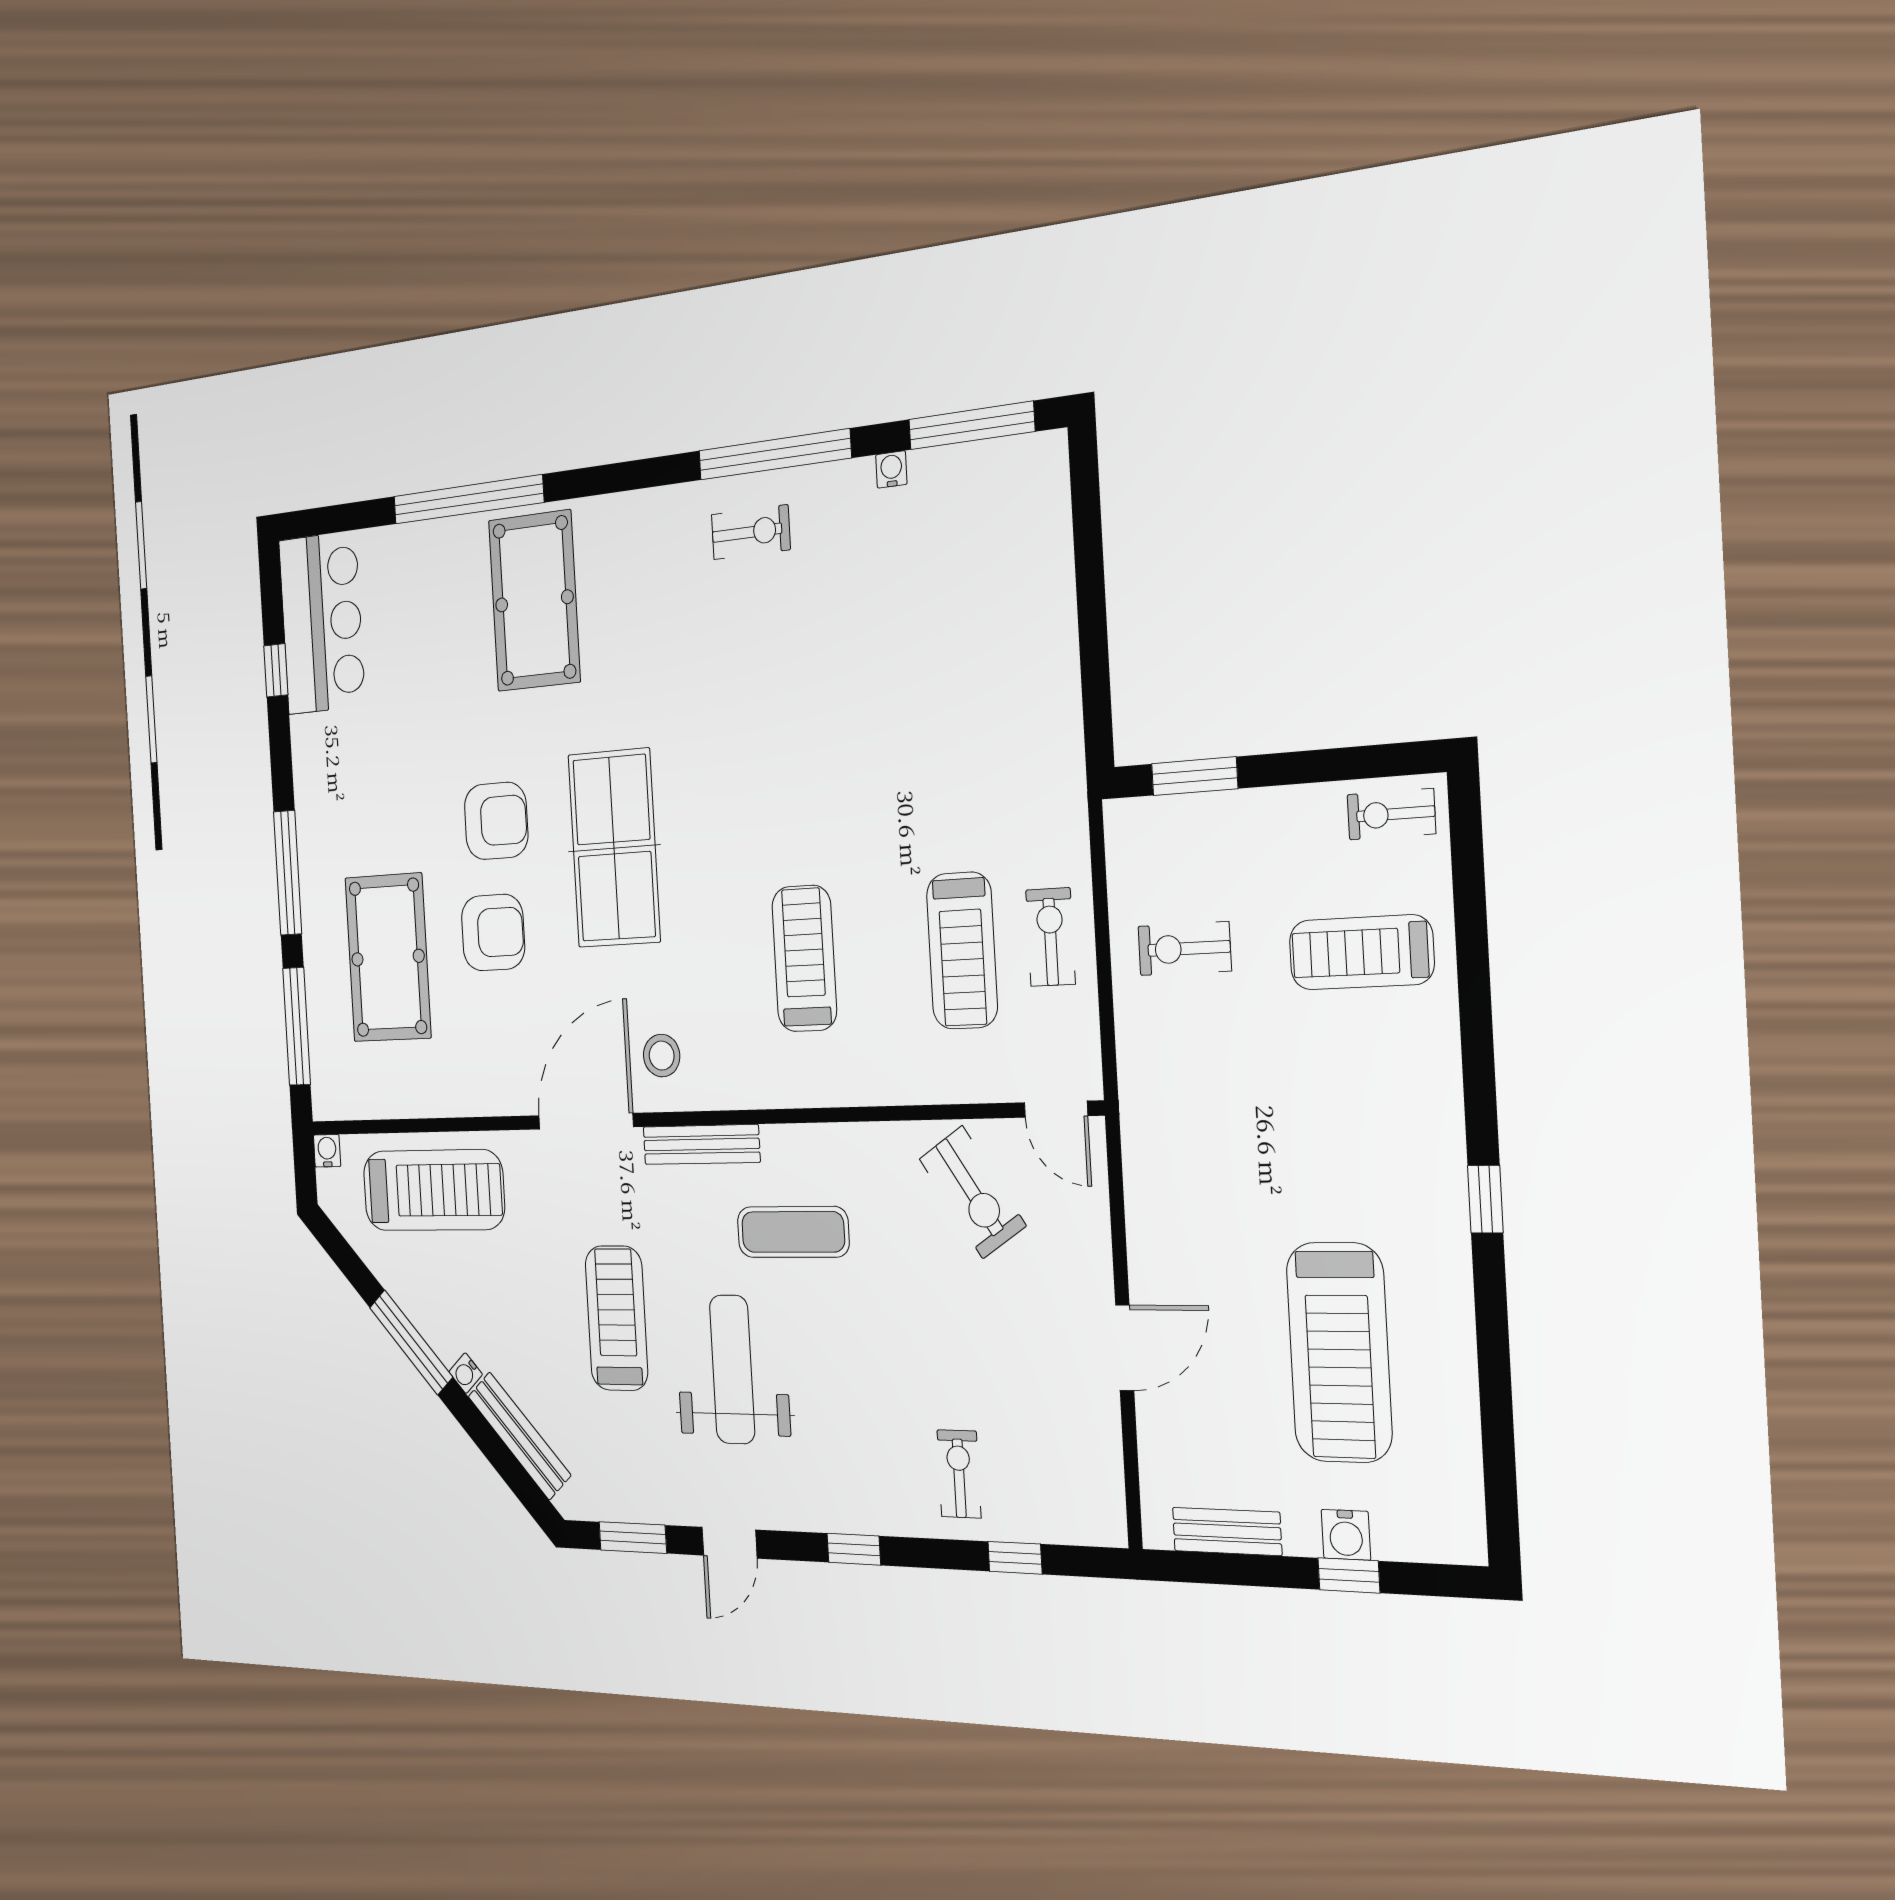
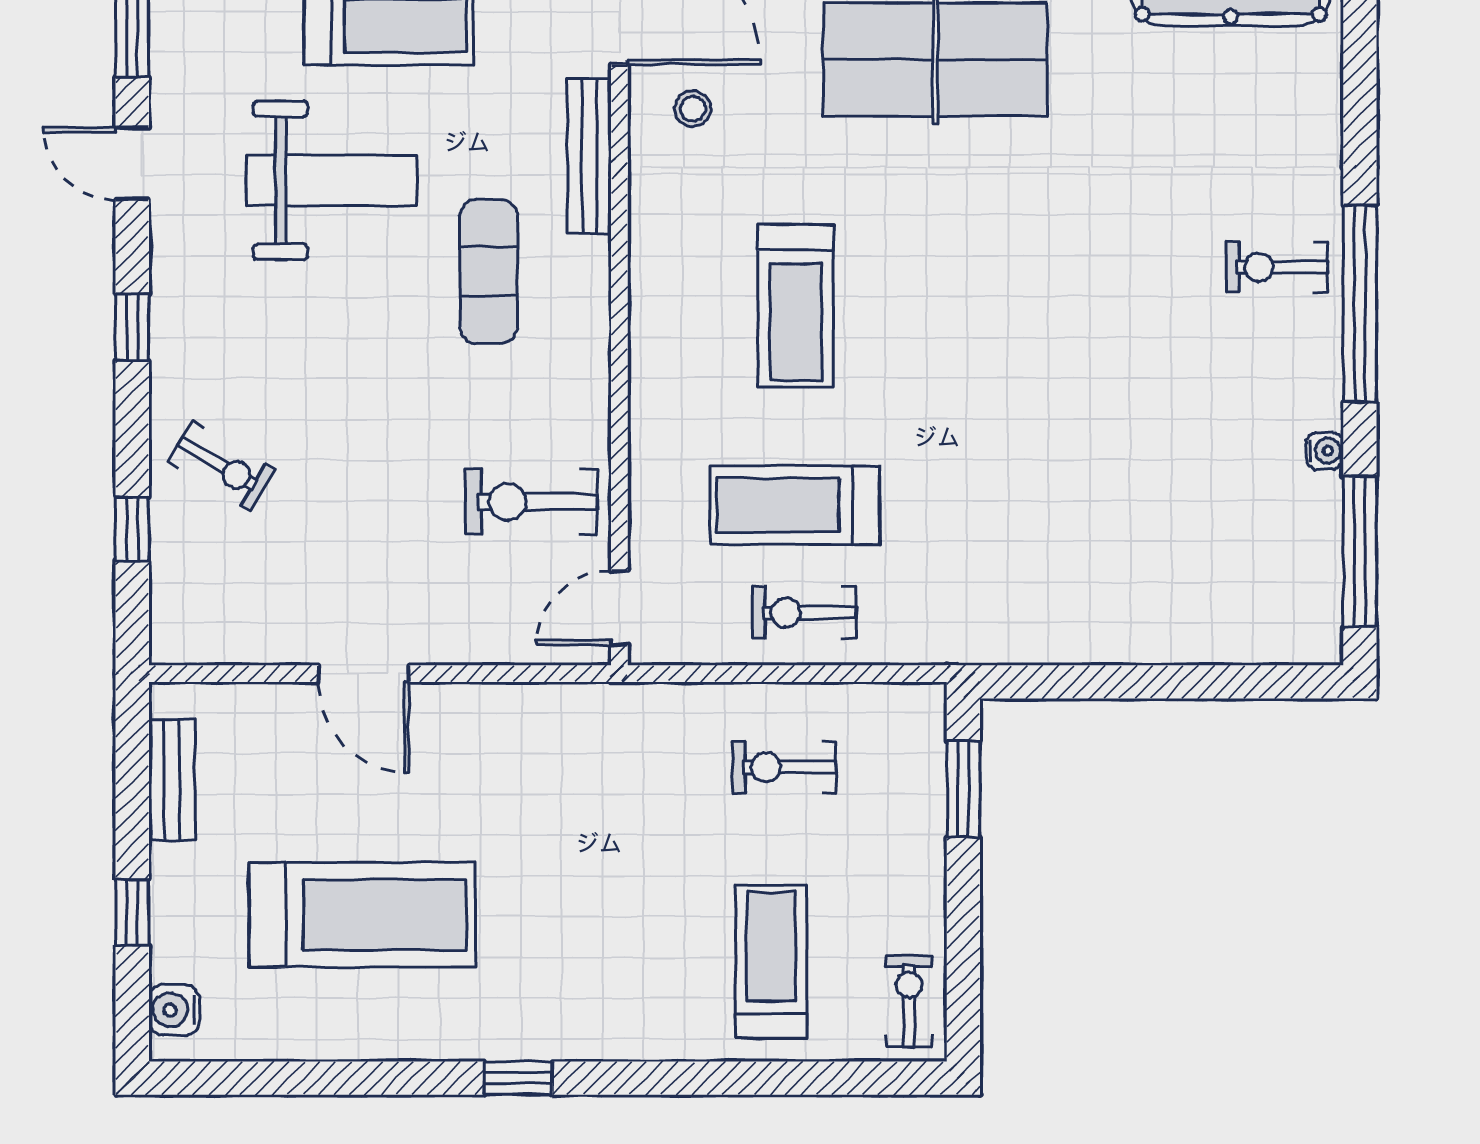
exercise bike: (751, 532) -> (1277, 267), turned 90
exercise bike: (1050, 937) -> (804, 613), turned 180
exercise bike: (1184, 949) -> (784, 767), turned -90
treadmill: (804, 958) -> (796, 306), turned 90
stool: (662, 1056) -> (693, 109), width x0.73, depth x0.73
exercise bike: (973, 1192) -> (531, 502), turned 33
treadmill: (1339, 1352) -> (362, 915), turned 180
exercise bike: (959, 1474) -> (222, 466), turned 31
water cooler: (1346, 1535) -> (174, 1010), moved

